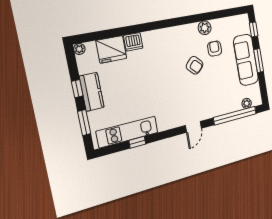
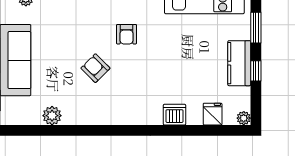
plant: (205, 28) -> (52, 116), moved
fridge: (111, 49) -> (213, 114), width x0.53, depth x0.75
armchair: (215, 49) -> (127, 34), moved

